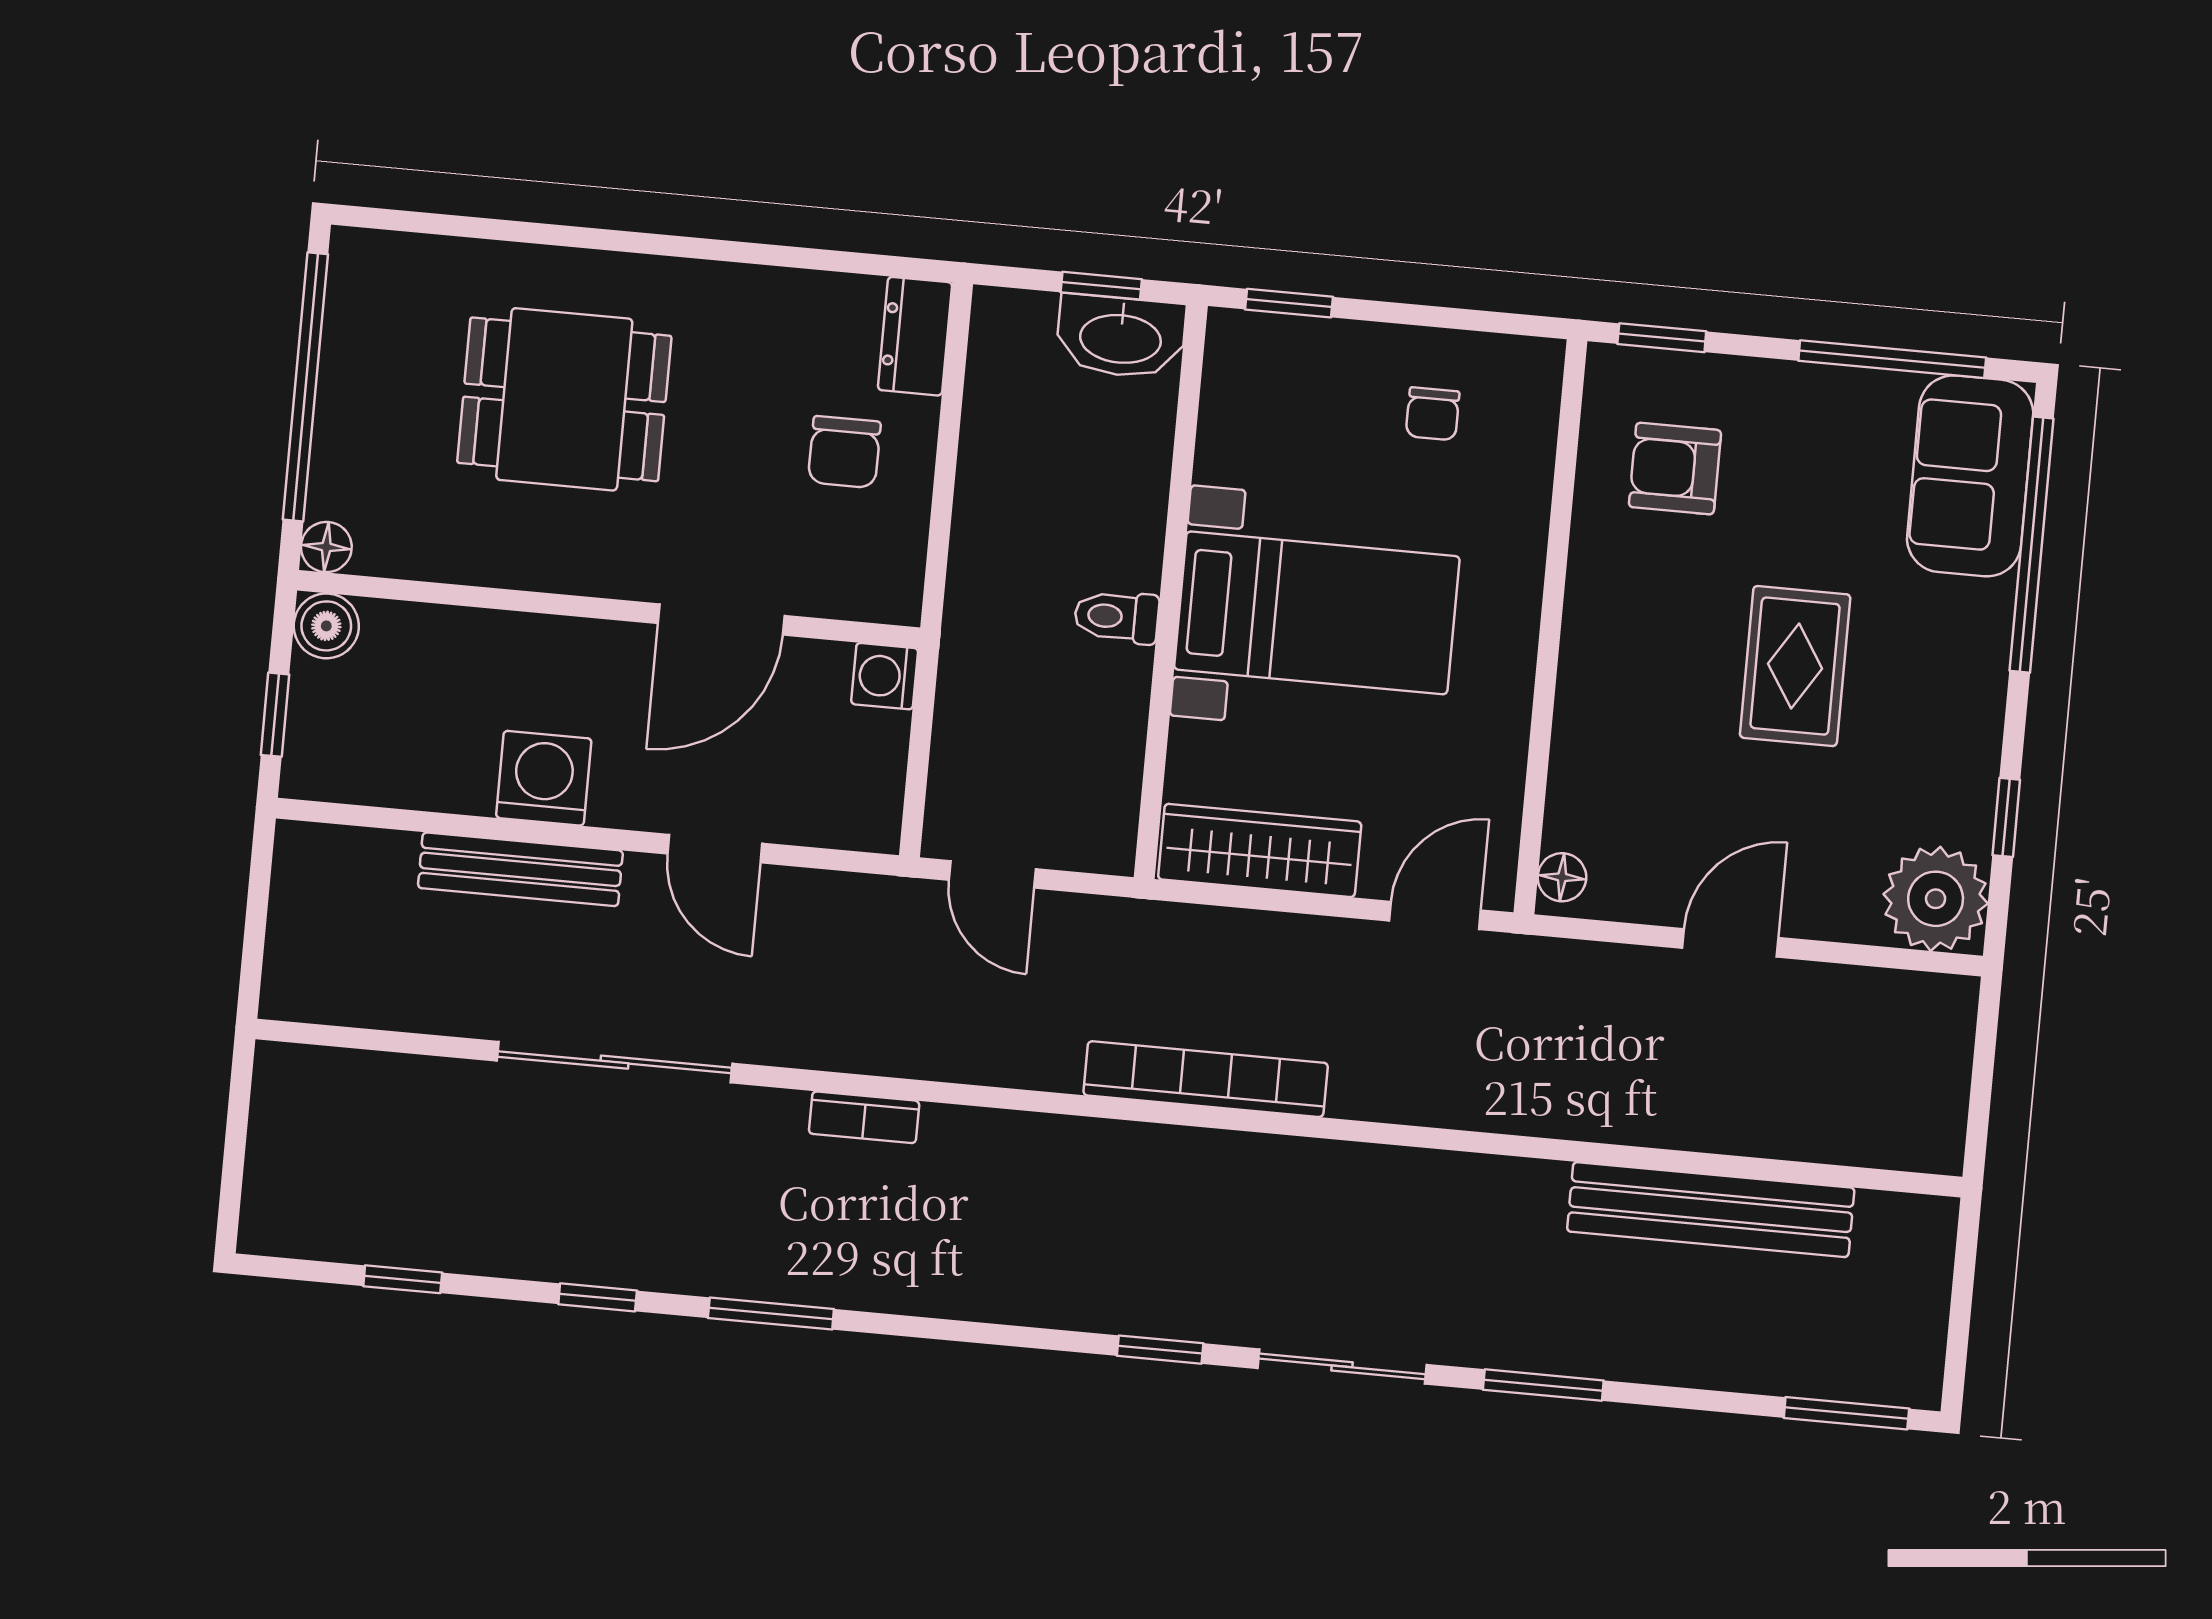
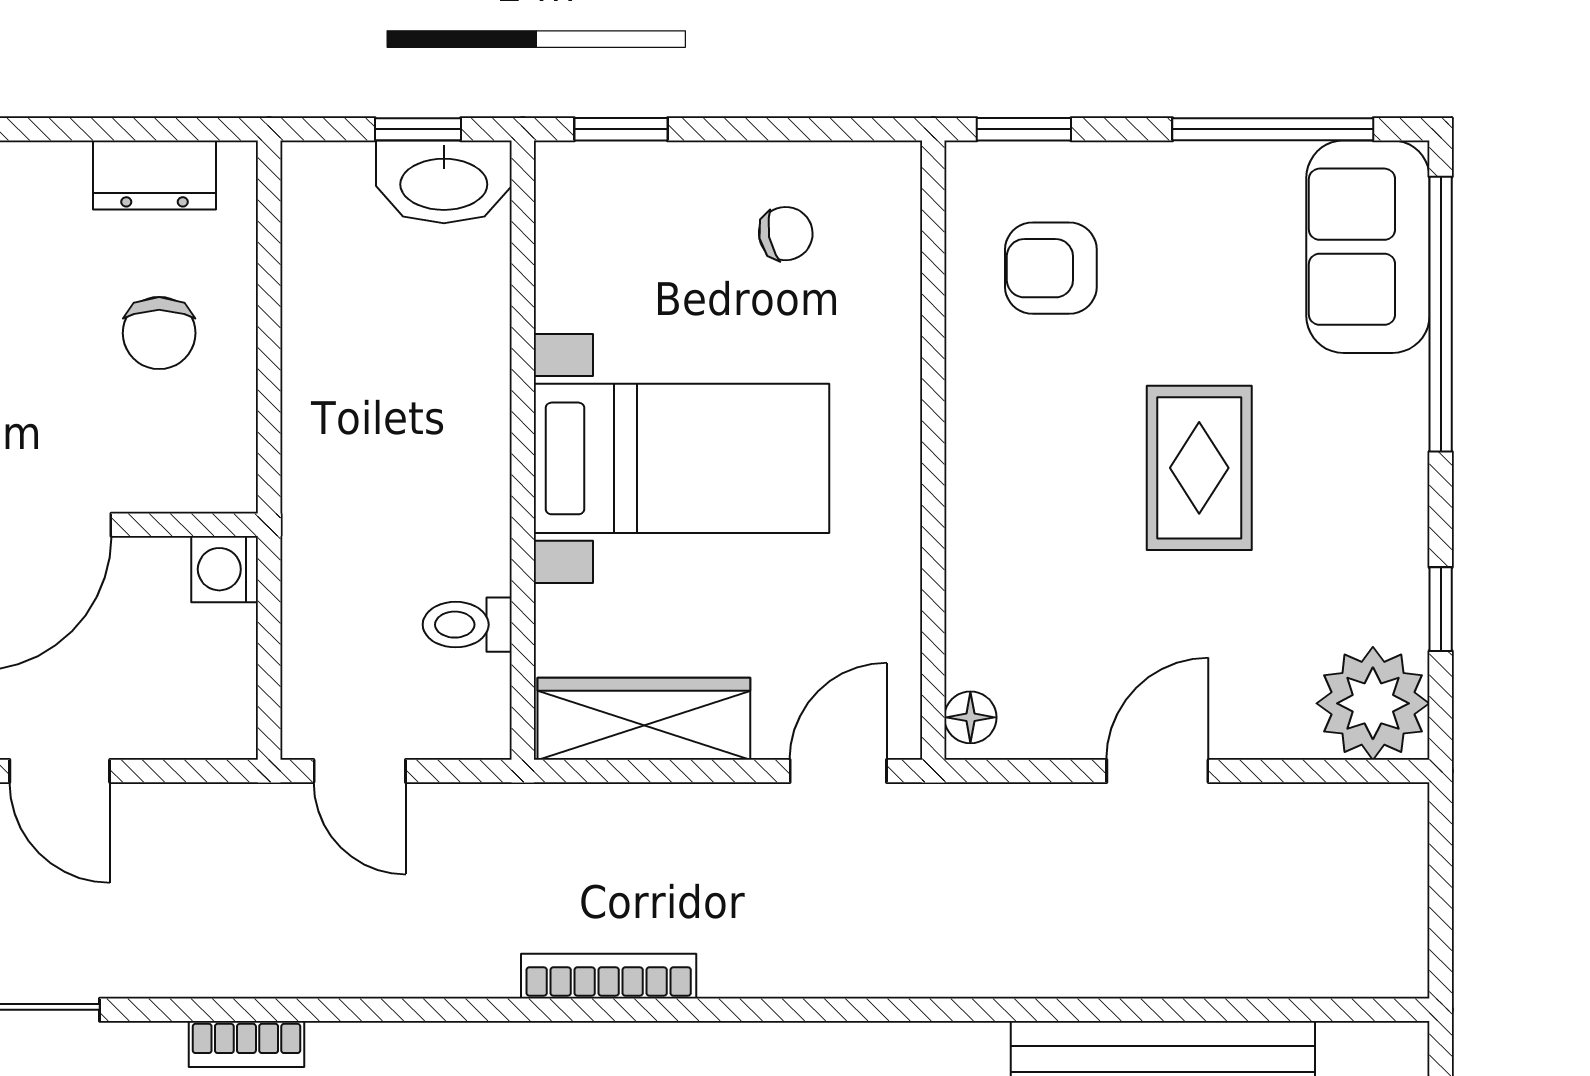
dresser: (915, 336) -> (155, 175), moved, turned -90
chair: (1433, 414) -> (786, 234), turned -101
toilet: (1117, 617) -> (467, 625), moved
bookcase: (1206, 1079) -> (609, 976), width x0.68, depth x0.76

